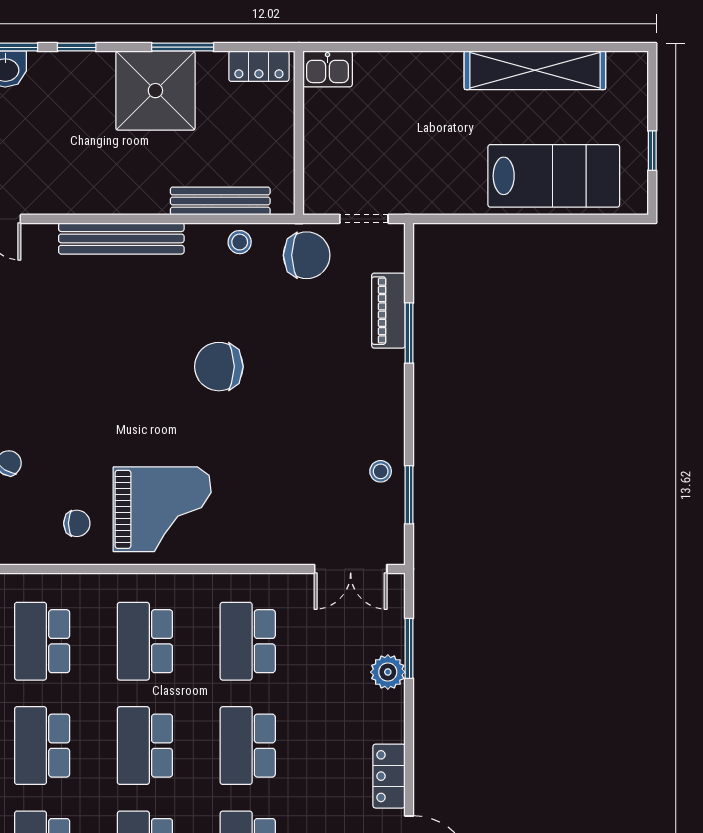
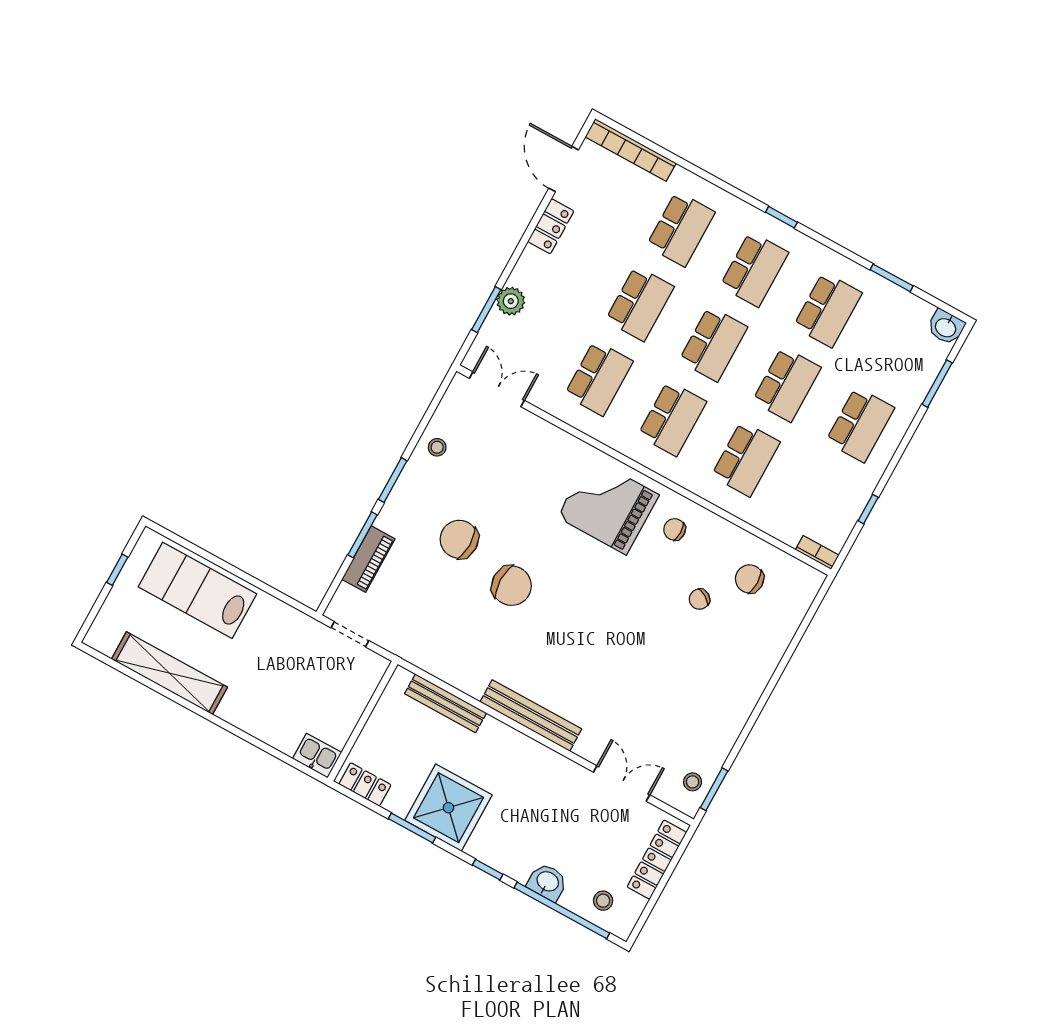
stool: (240, 242) -> (448, 666), removed
chair: (307, 255) -> (459, 539), moved
window: (409, 495) -> (393, 480), moved

